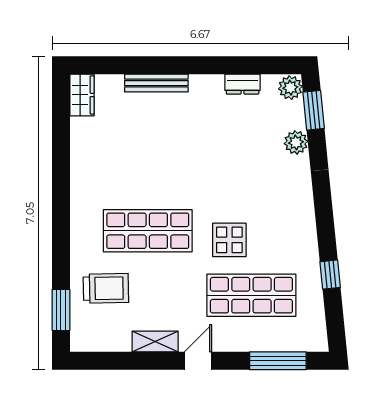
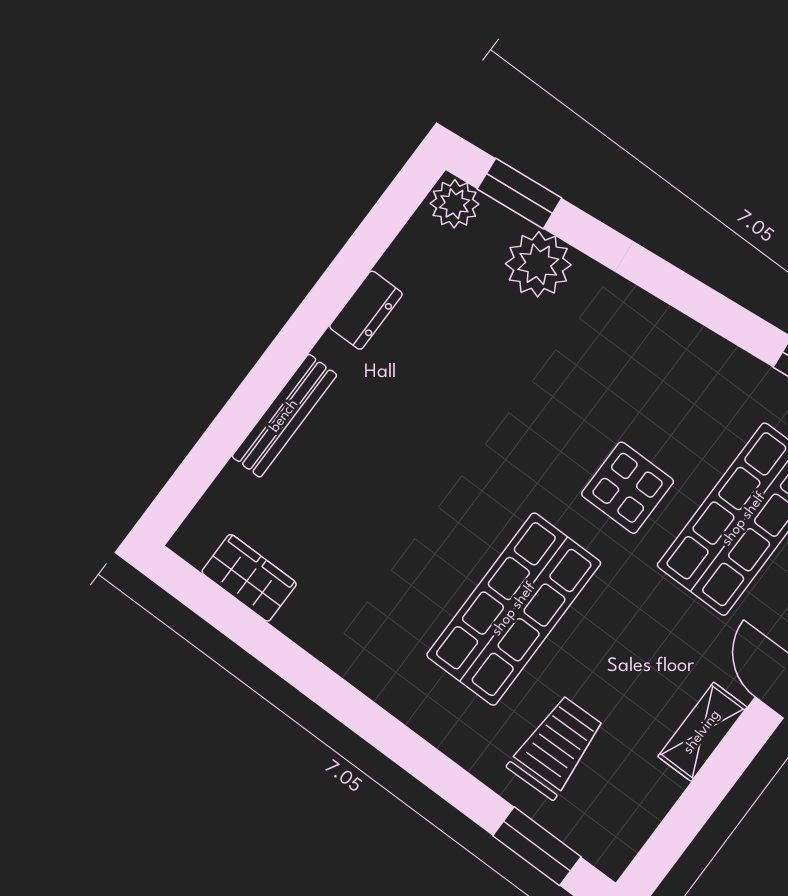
dresser: (243, 84) -> (366, 310), moved
wardrobe: (82, 95) -> (249, 578), moved
plant: (296, 142) -> (538, 264), width x1.36, depth x1.36

